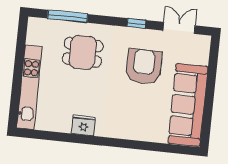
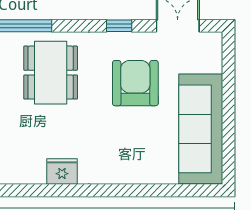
dining table: (83, 52) -> (51, 73), width x1.38

